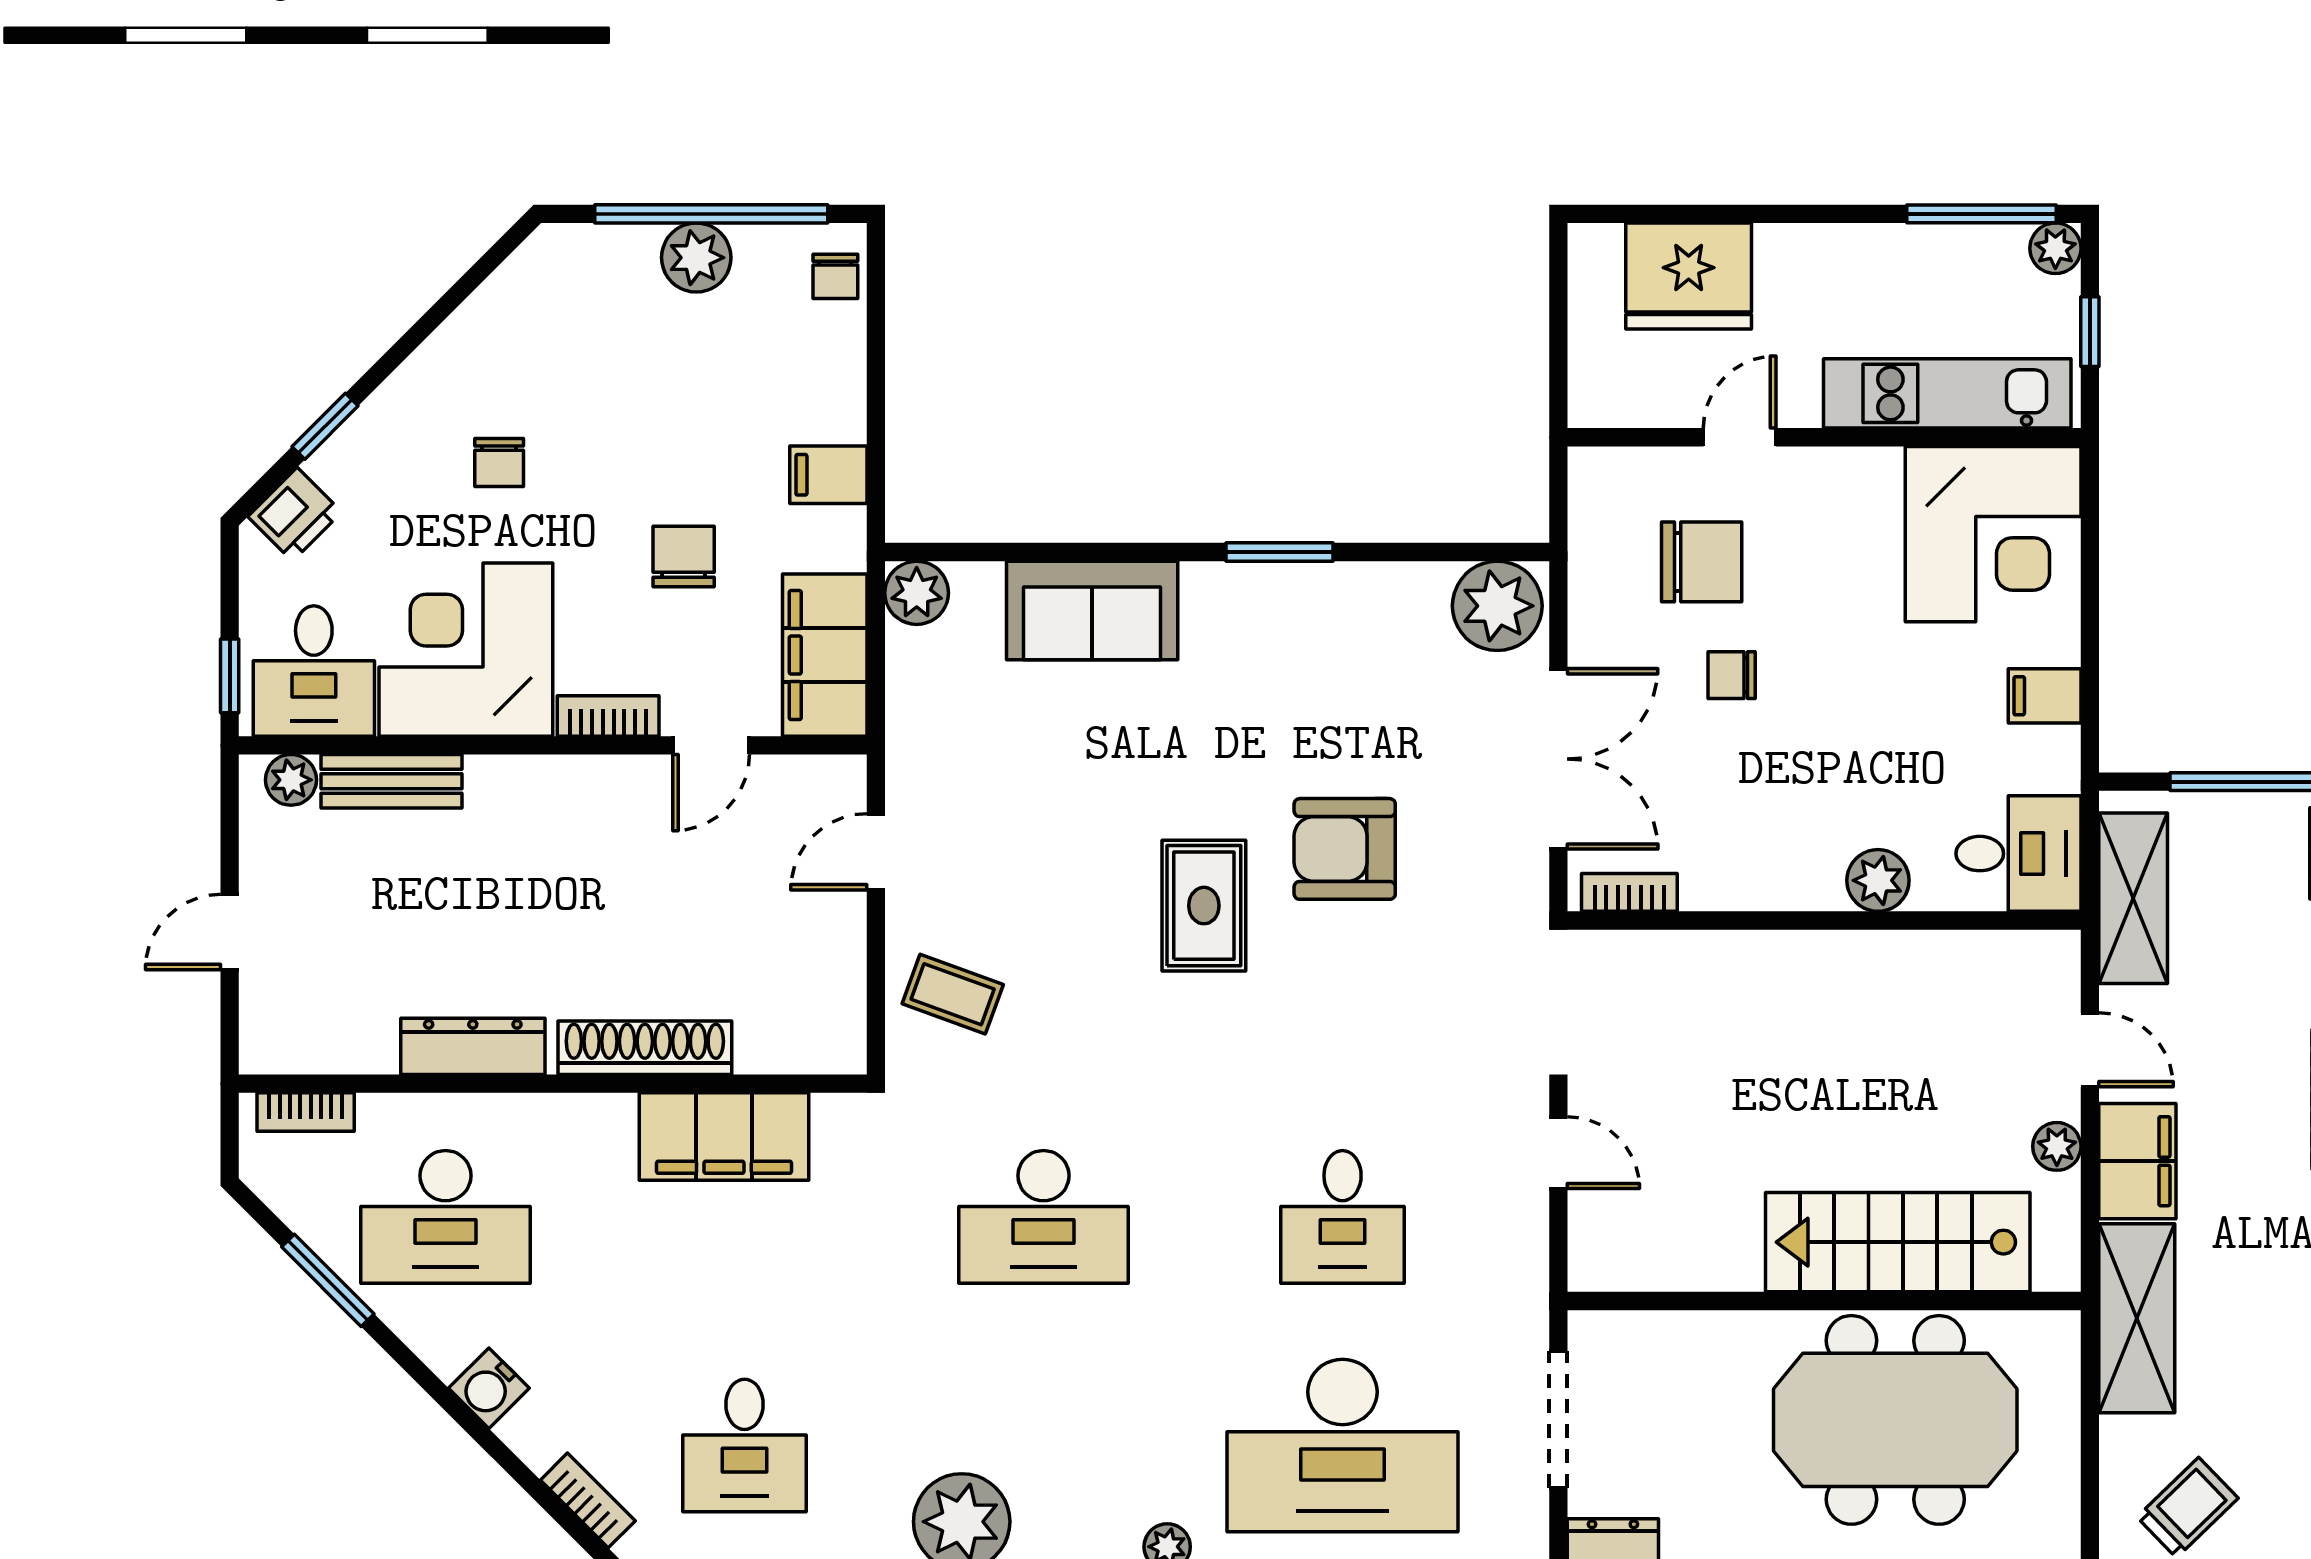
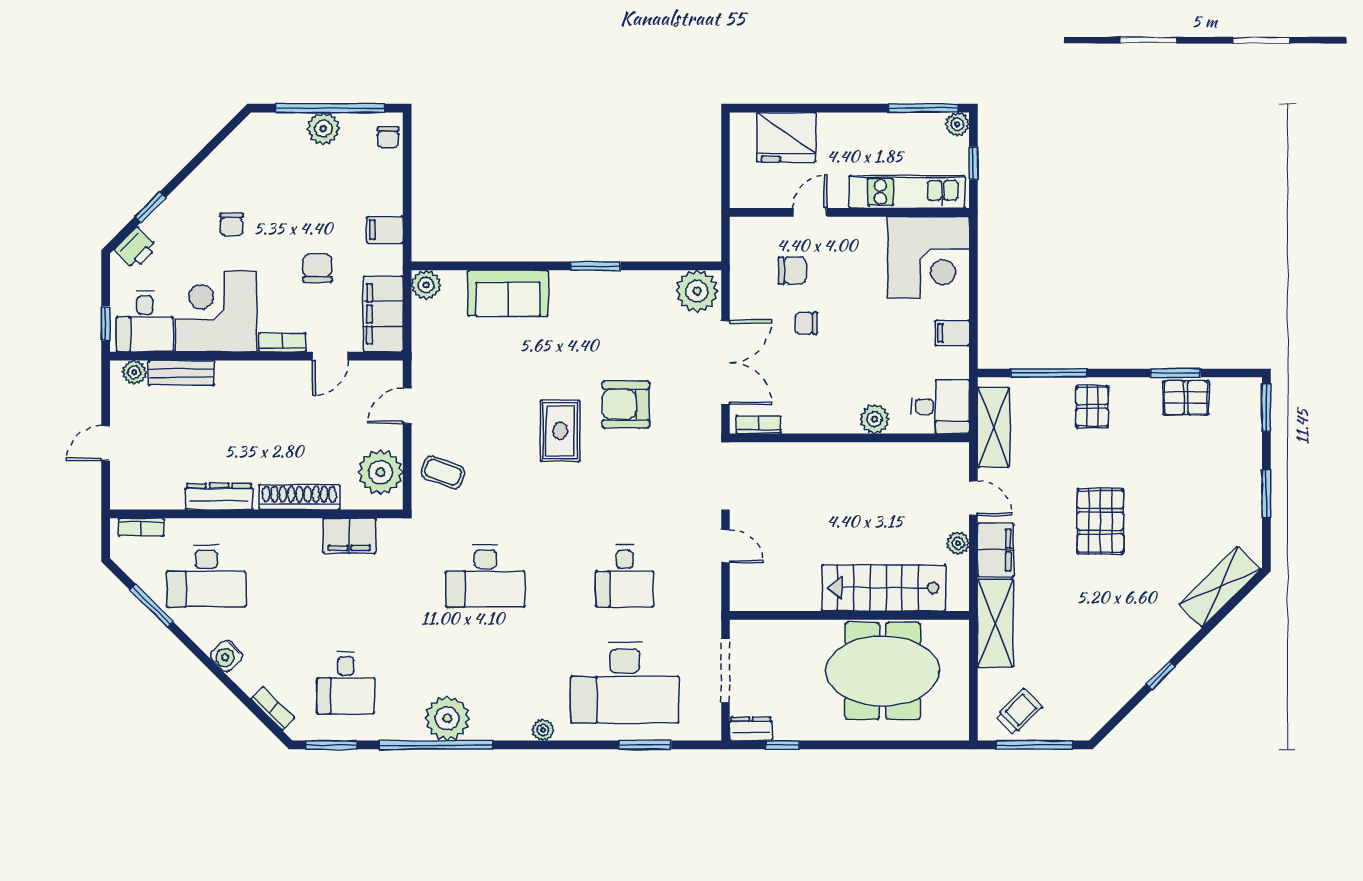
chair: (1702, 562) -> (792, 271), width x0.73, depth x0.73
plant: (819, 994) -> (380, 472), added
filing cabinet: (724, 1137) -> (349, 536), width x0.67, depth x0.86

